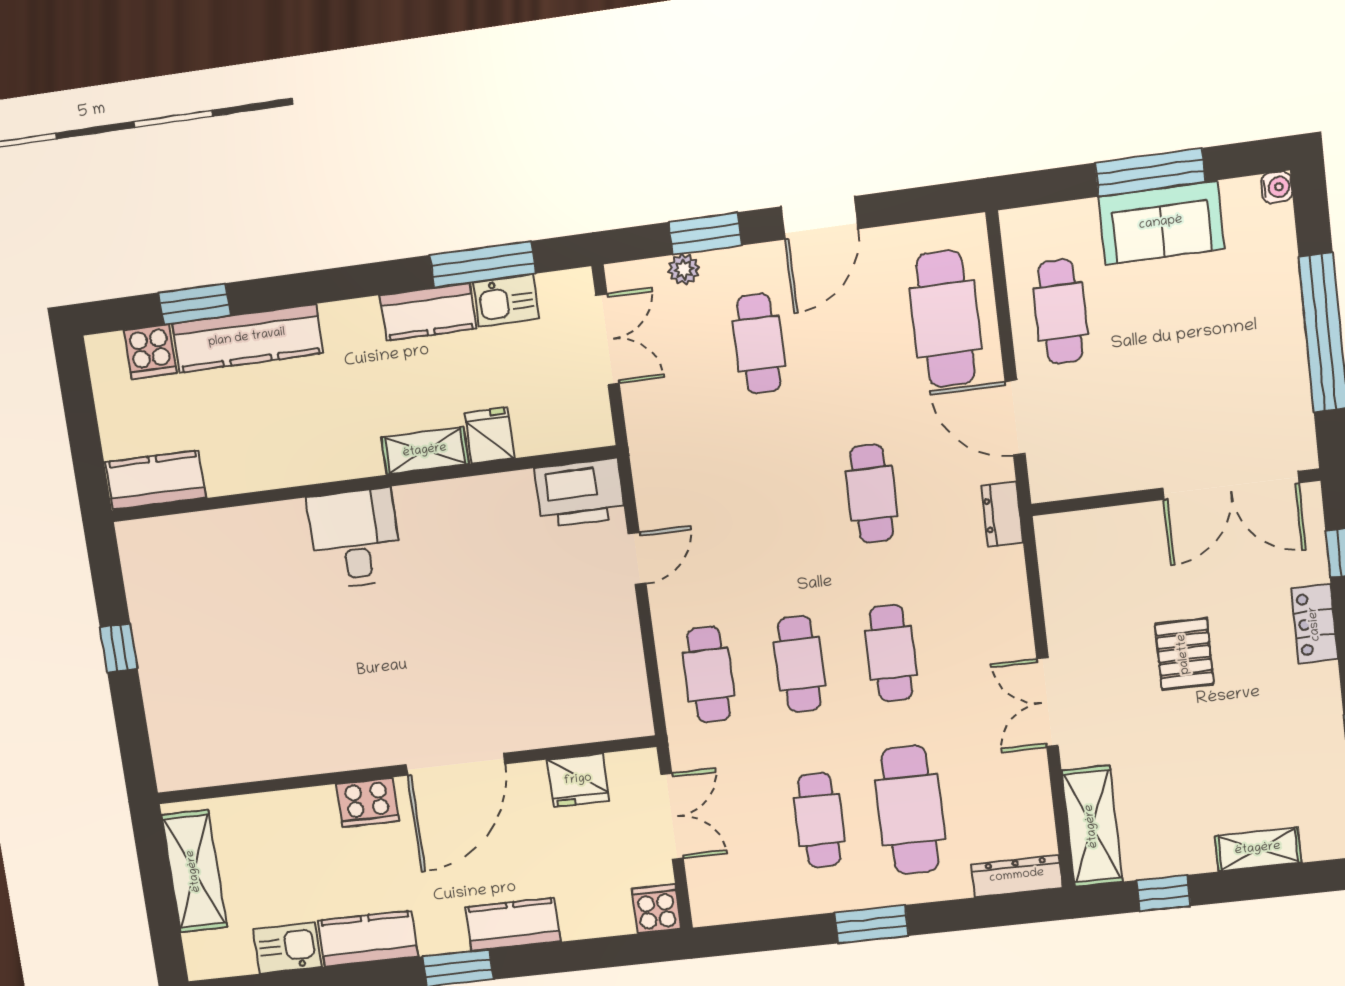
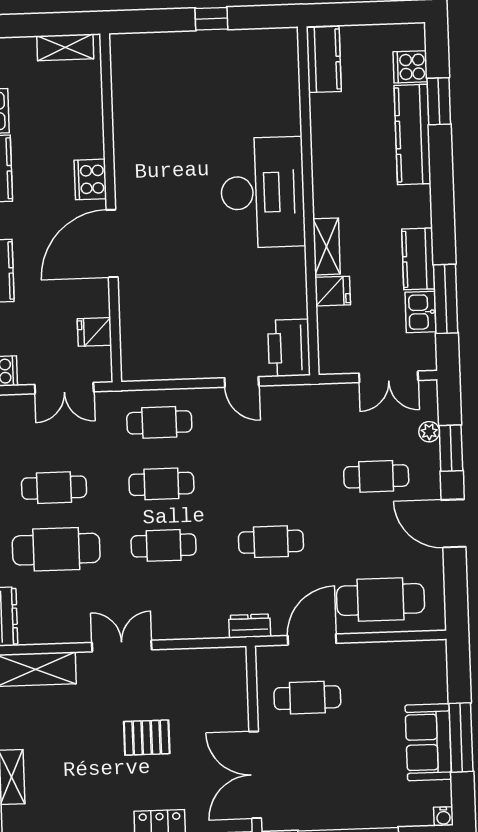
cafe table: (1060, 312) -> (307, 698), moved
desk: (355, 538) -> (263, 192), width x1.87, depth x1.30
door: (455, 764) -> (112, 243), hinge flipped
fridge: (578, 780) -> (94, 332), width x0.72
shelving: (194, 871) -> (65, 47), width x0.67, depth x0.75

